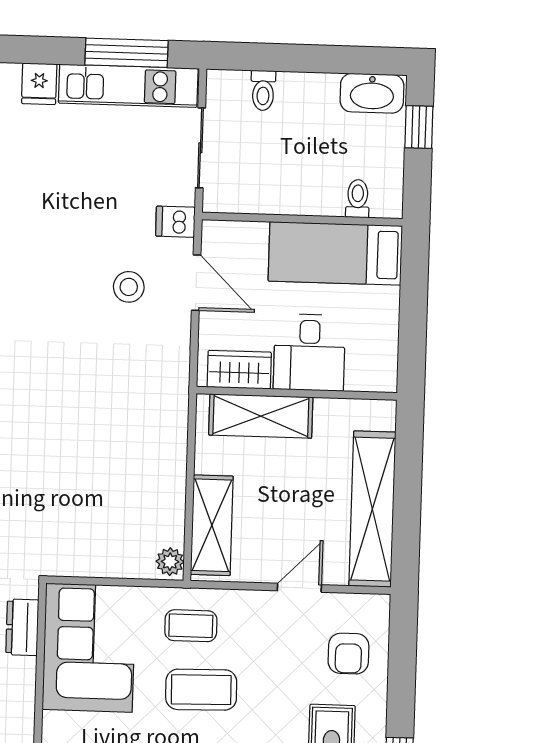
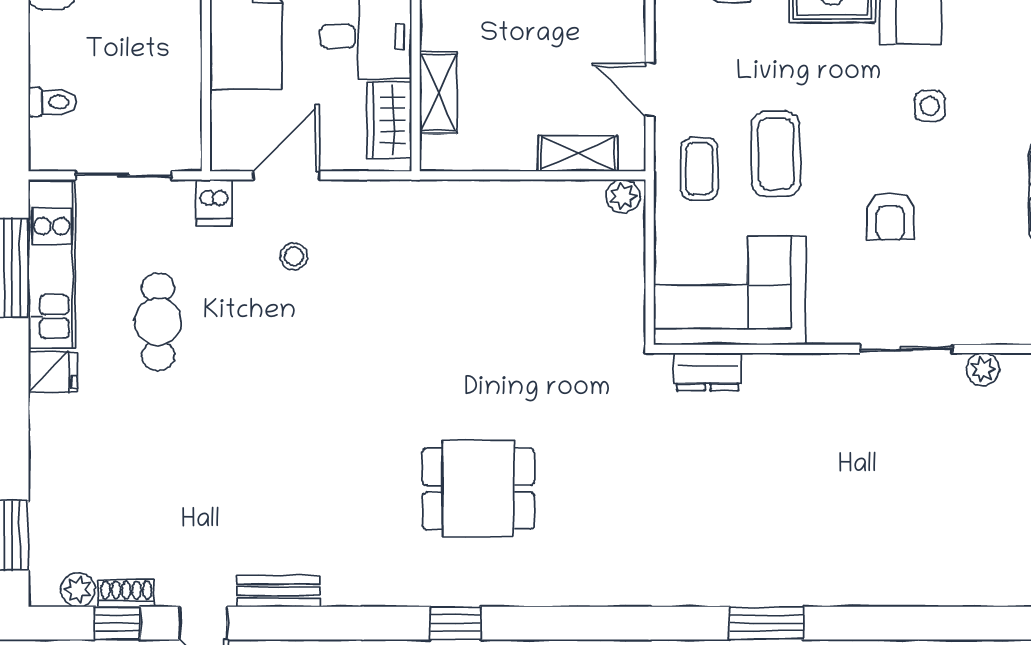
cafe table: (78, 172) -> (158, 322), added
stool: (129, 287) -> (294, 256), width x0.73, depth x0.73
shelving: (261, 416) -> (438, 93), width x0.67, depth x0.75
shelving: (212, 525) -> (578, 153), width x0.67, depth x0.75
door: (299, 588) -> (650, 89), moved

